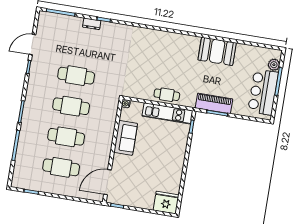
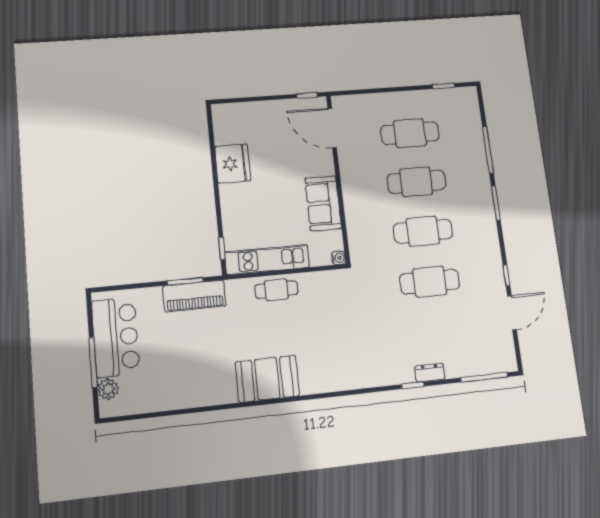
booth: (217, 51) -> (267, 379), moved
door: (107, 182) -> (332, 128), swing flipped
fridge: (166, 203) -> (233, 164), moved, turned -90

